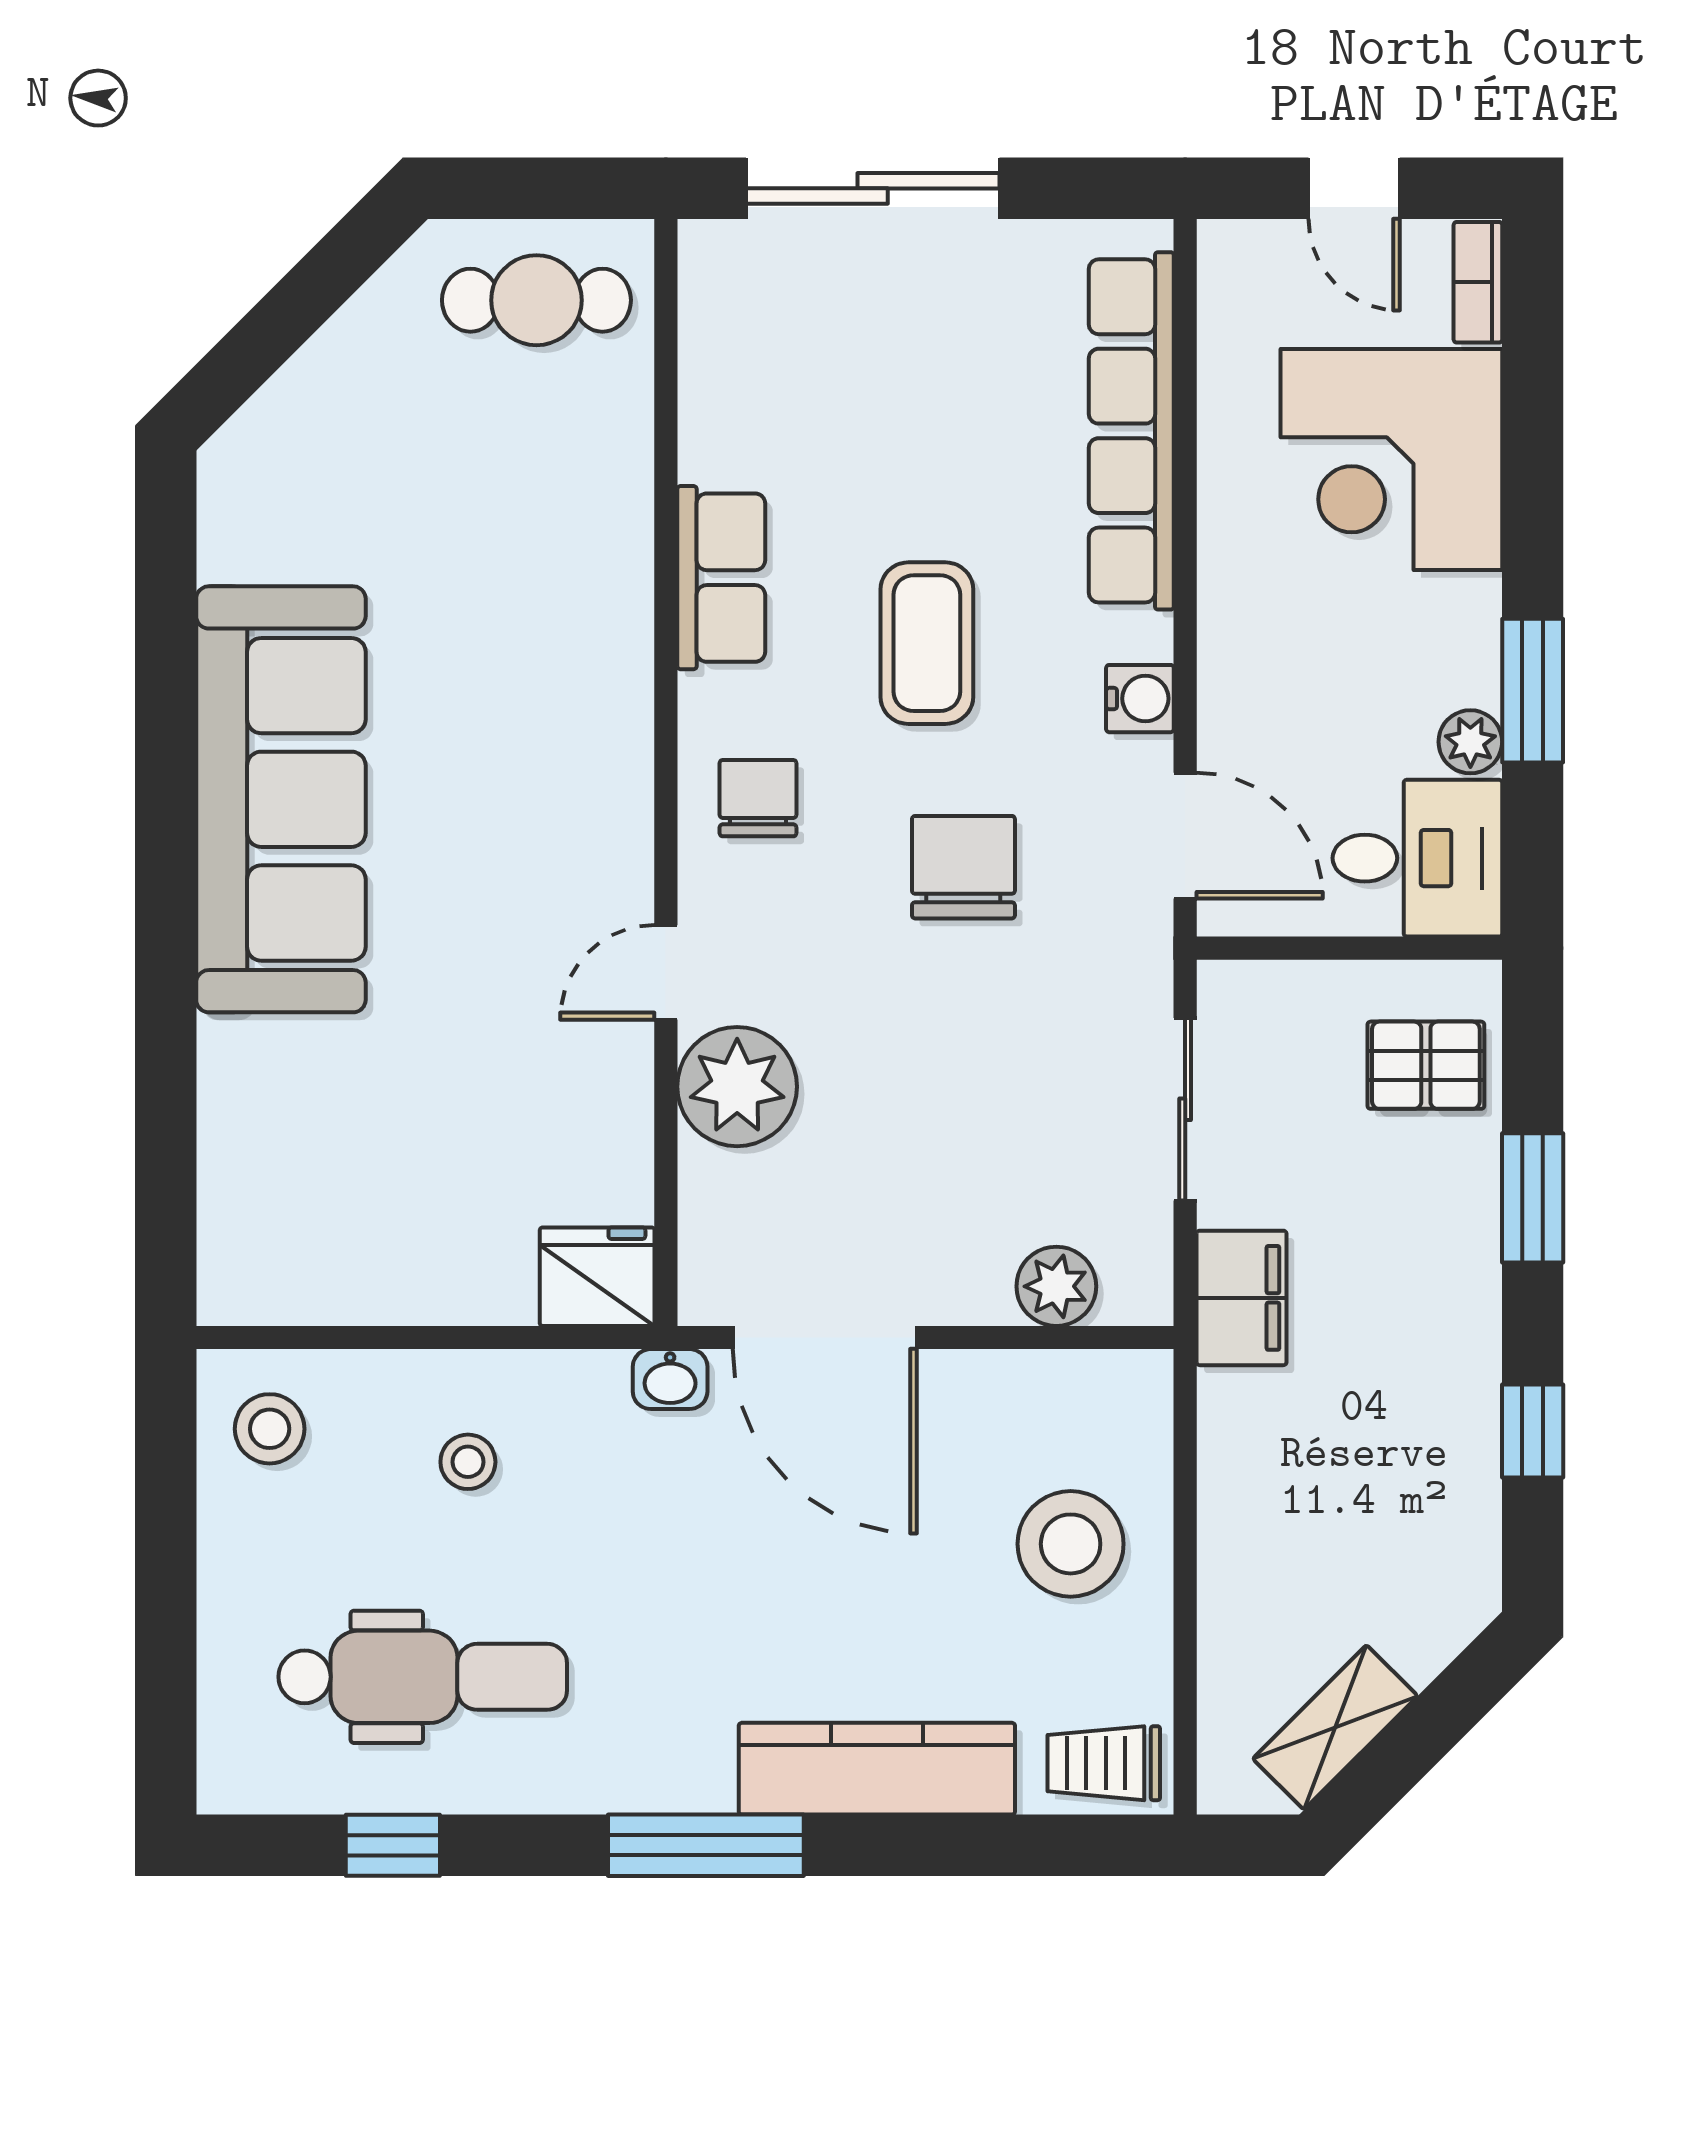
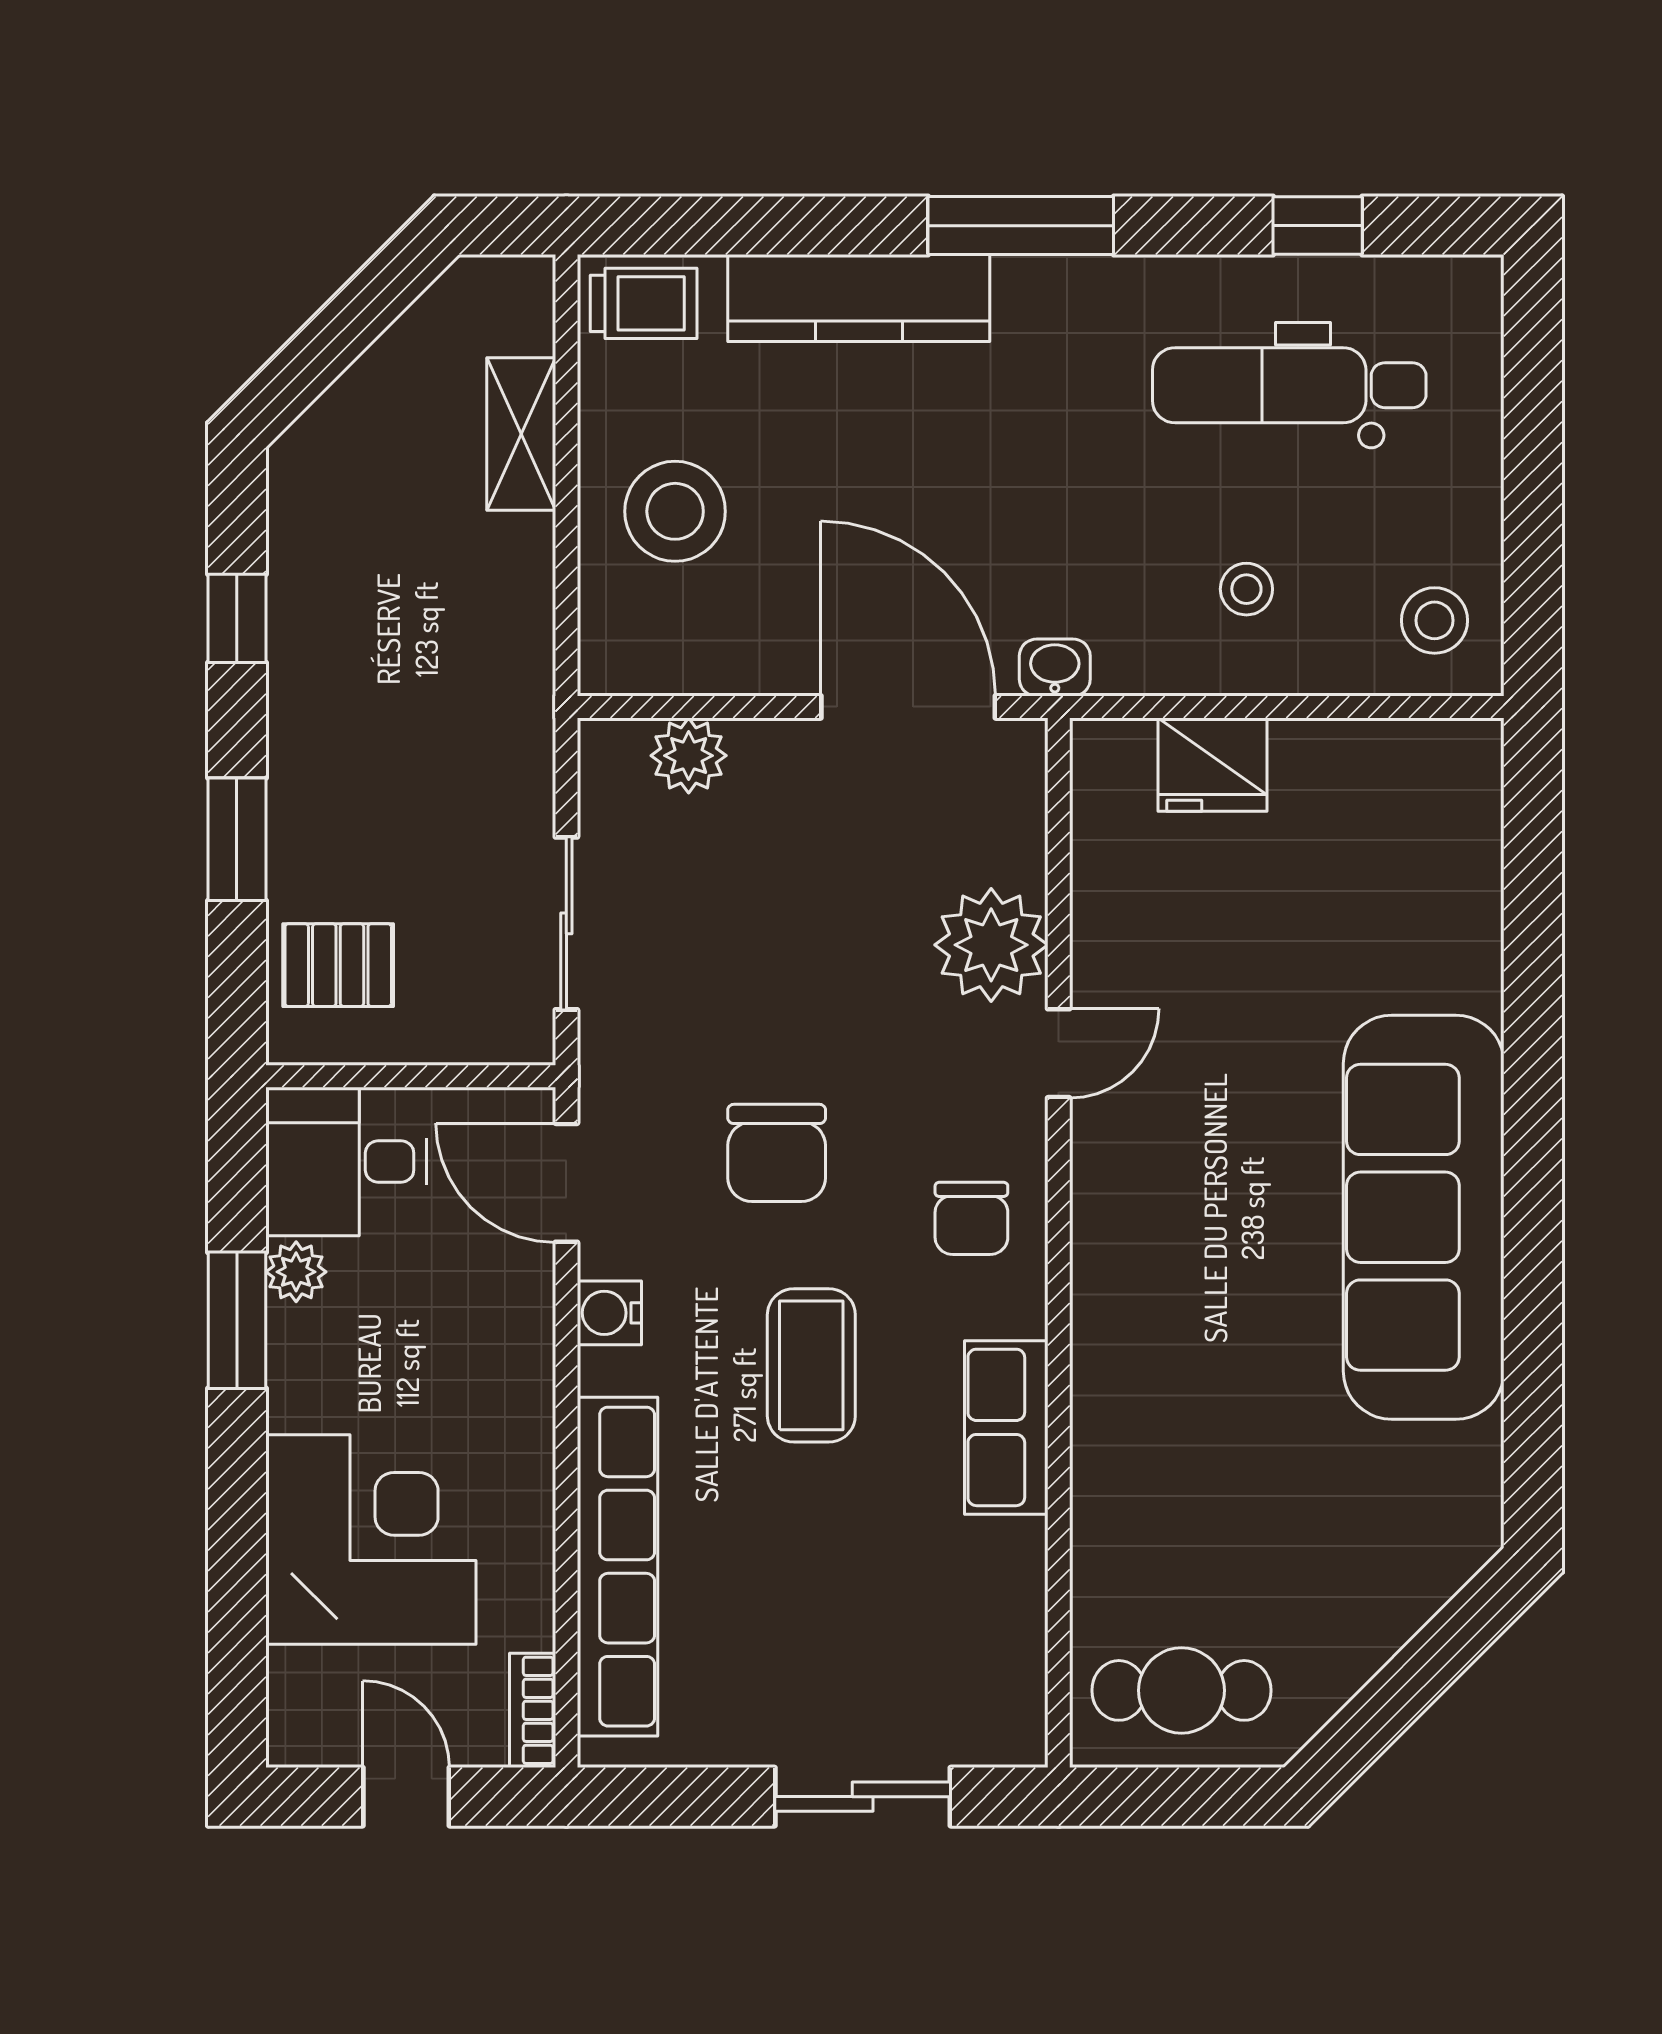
sliding door: (873, 188) -> (863, 1797), width x0.73
bookcase: (1478, 282) -> (533, 1710), moved, turned 180
fridge: (597, 1277) -> (1212, 765), moved
filing cabinet: (1242, 1298) -> (513, 745), removed
shelving: (1335, 1727) -> (521, 434), moved, turned -45

